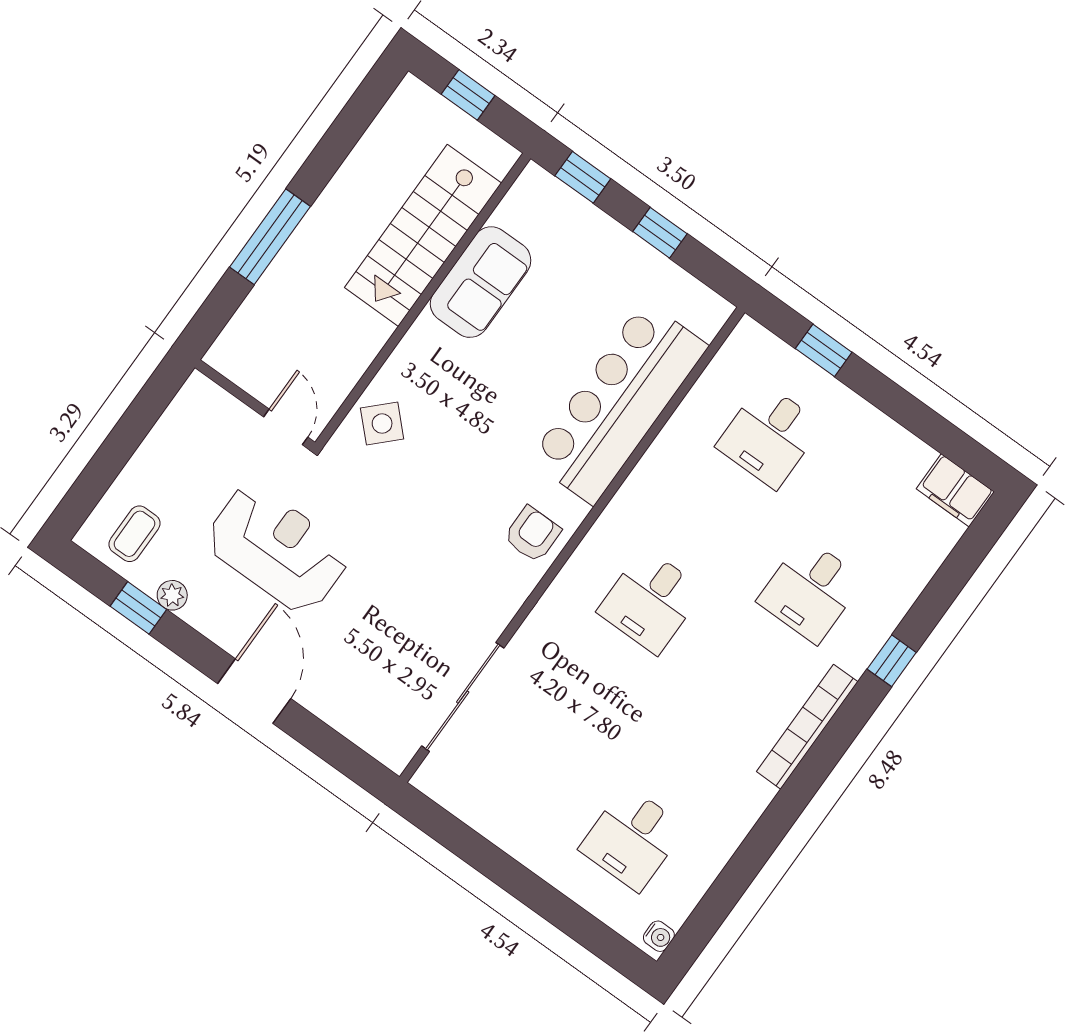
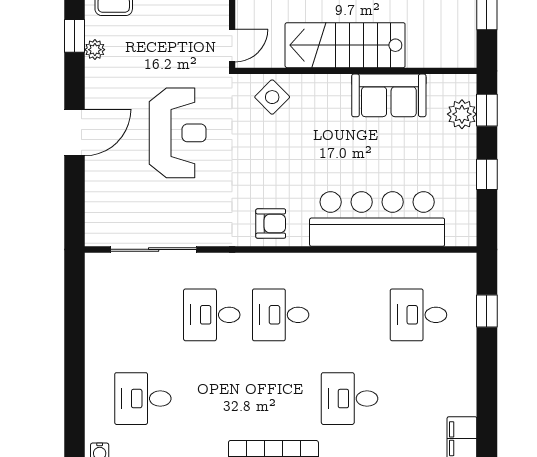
plant: (566, 211) -> (462, 114), added
stairs: (423, 235) -> (345, 45), moved
reception desk: (277, 549) -> (178, 133), moved
desk: (591, 684) -> (212, 315), added

